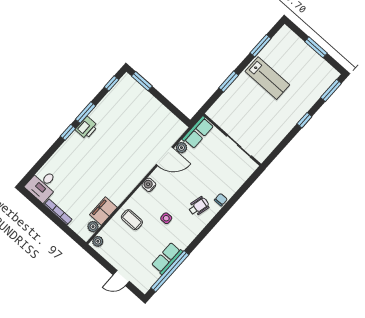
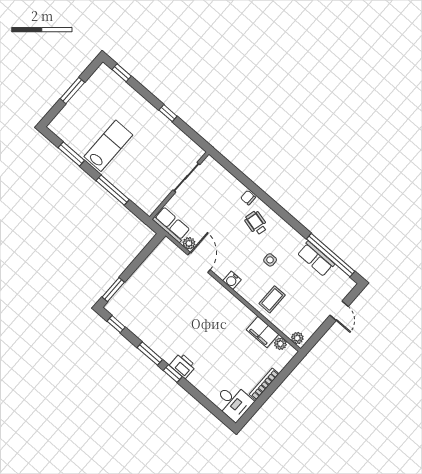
window: (229, 82) -> (113, 190), width x1.44
window: (331, 90) -> (122, 73), width x0.67
window: (304, 120) -> (168, 113), moved
printer: (87, 128) -> (183, 366), moved

